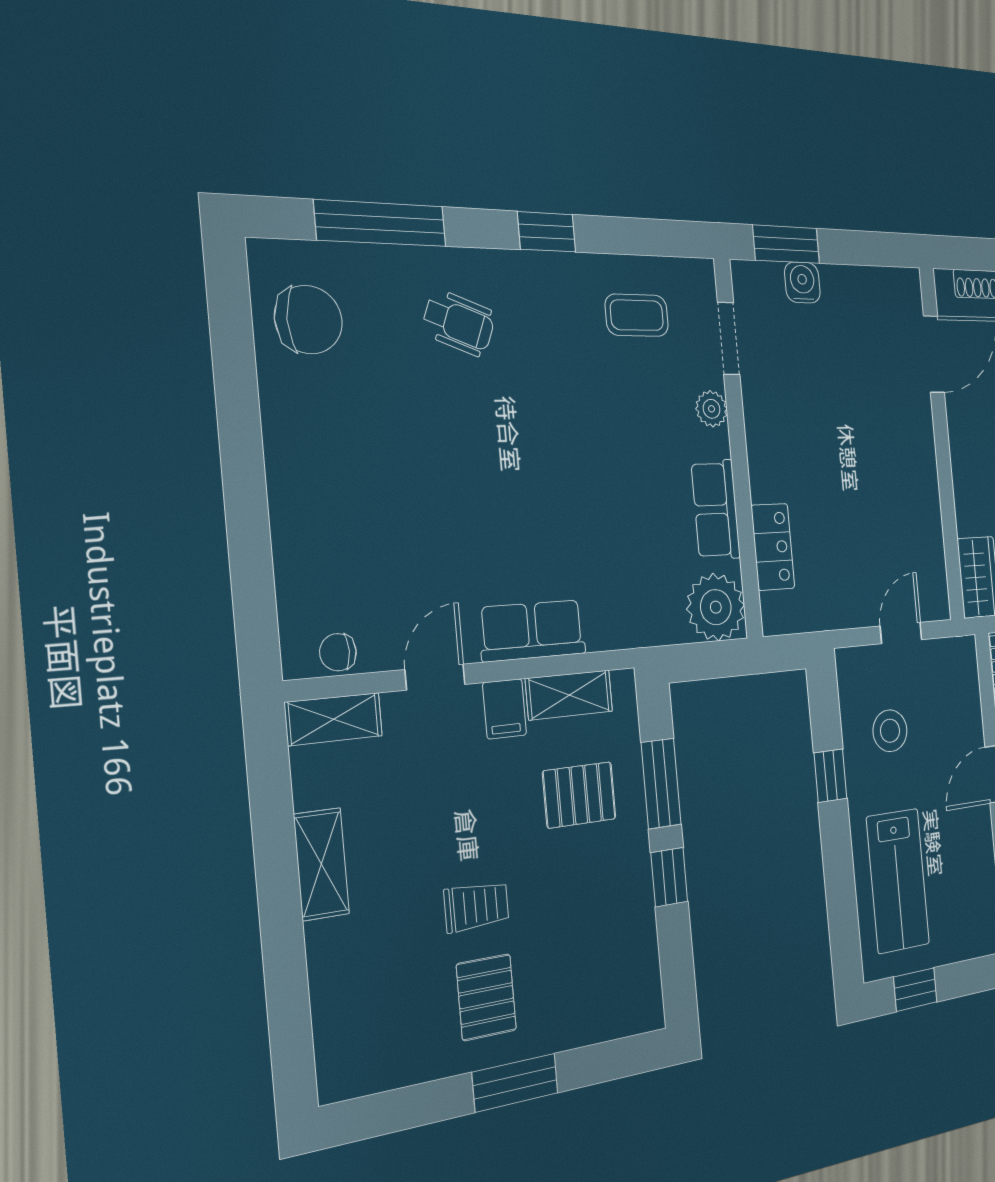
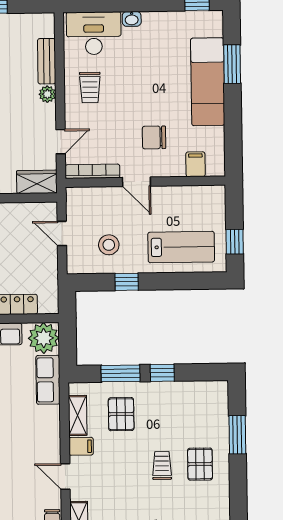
row of seats: (532, 631) -> (48, 380), moved
pallet: (486, 997) -> (200, 464), turned 90
window: (515, 1083) -> (237, 435), moved

